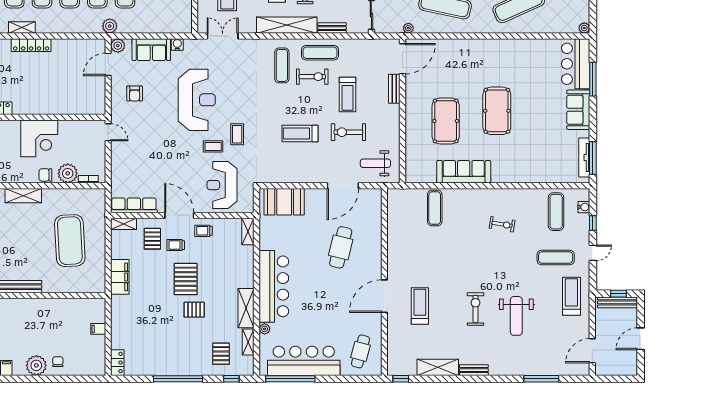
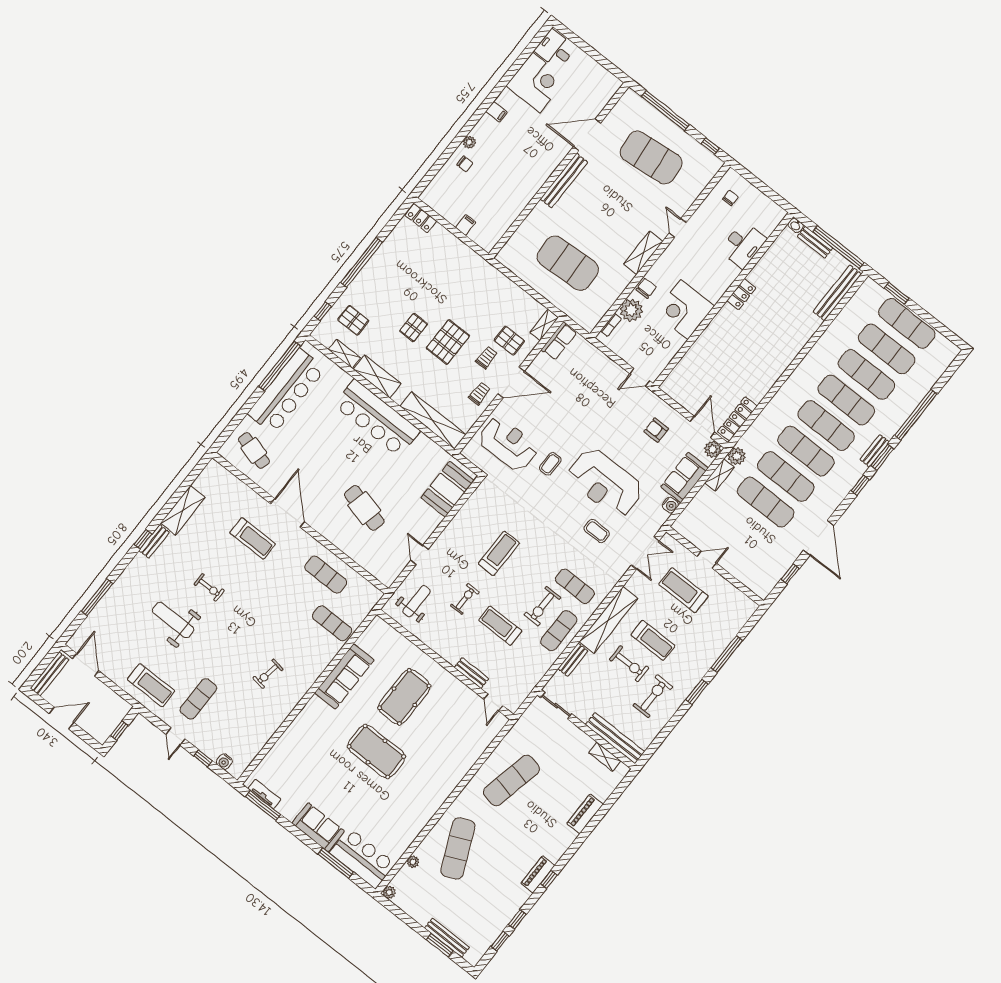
shelving: (22, 28) -> (720, 475), moved
plant: (408, 28) -> (413, 862), moved
locker: (31, 45) -> (737, 419), moved
door: (402, 59) -> (493, 702), width x0.53
pool table: (446, 121) -> (404, 697), turned 90
exercise bike: (348, 132) -> (465, 599), width x0.73, depth x0.72
coffee table: (237, 134) -> (597, 531), moved
tv unit: (584, 157) -> (264, 794), width x0.71
door: (343, 186) -> (419, 555), width x0.53
row of seats: (134, 205) -> (559, 341), width x0.68
exercise mat: (556, 212) -> (326, 575), moved
shelving: (248, 231) -> (433, 420), width x2.20, depth x1.33
filing cabinet: (120, 277) -> (498, 283), removed
pallet: (186, 279) -> (448, 342), turned 90
bench: (617, 302) -> (50, 674), moved
exercise bike: (475, 309) -> (209, 587), width x0.73, depth x0.72
plant: (265, 329) -> (344, 378), removed
door: (641, 339) -> (62, 718), hinge flipped
plant: (36, 365) -> (469, 142), width x0.53, depth x0.53
window: (401, 379) -> (143, 539), moved

